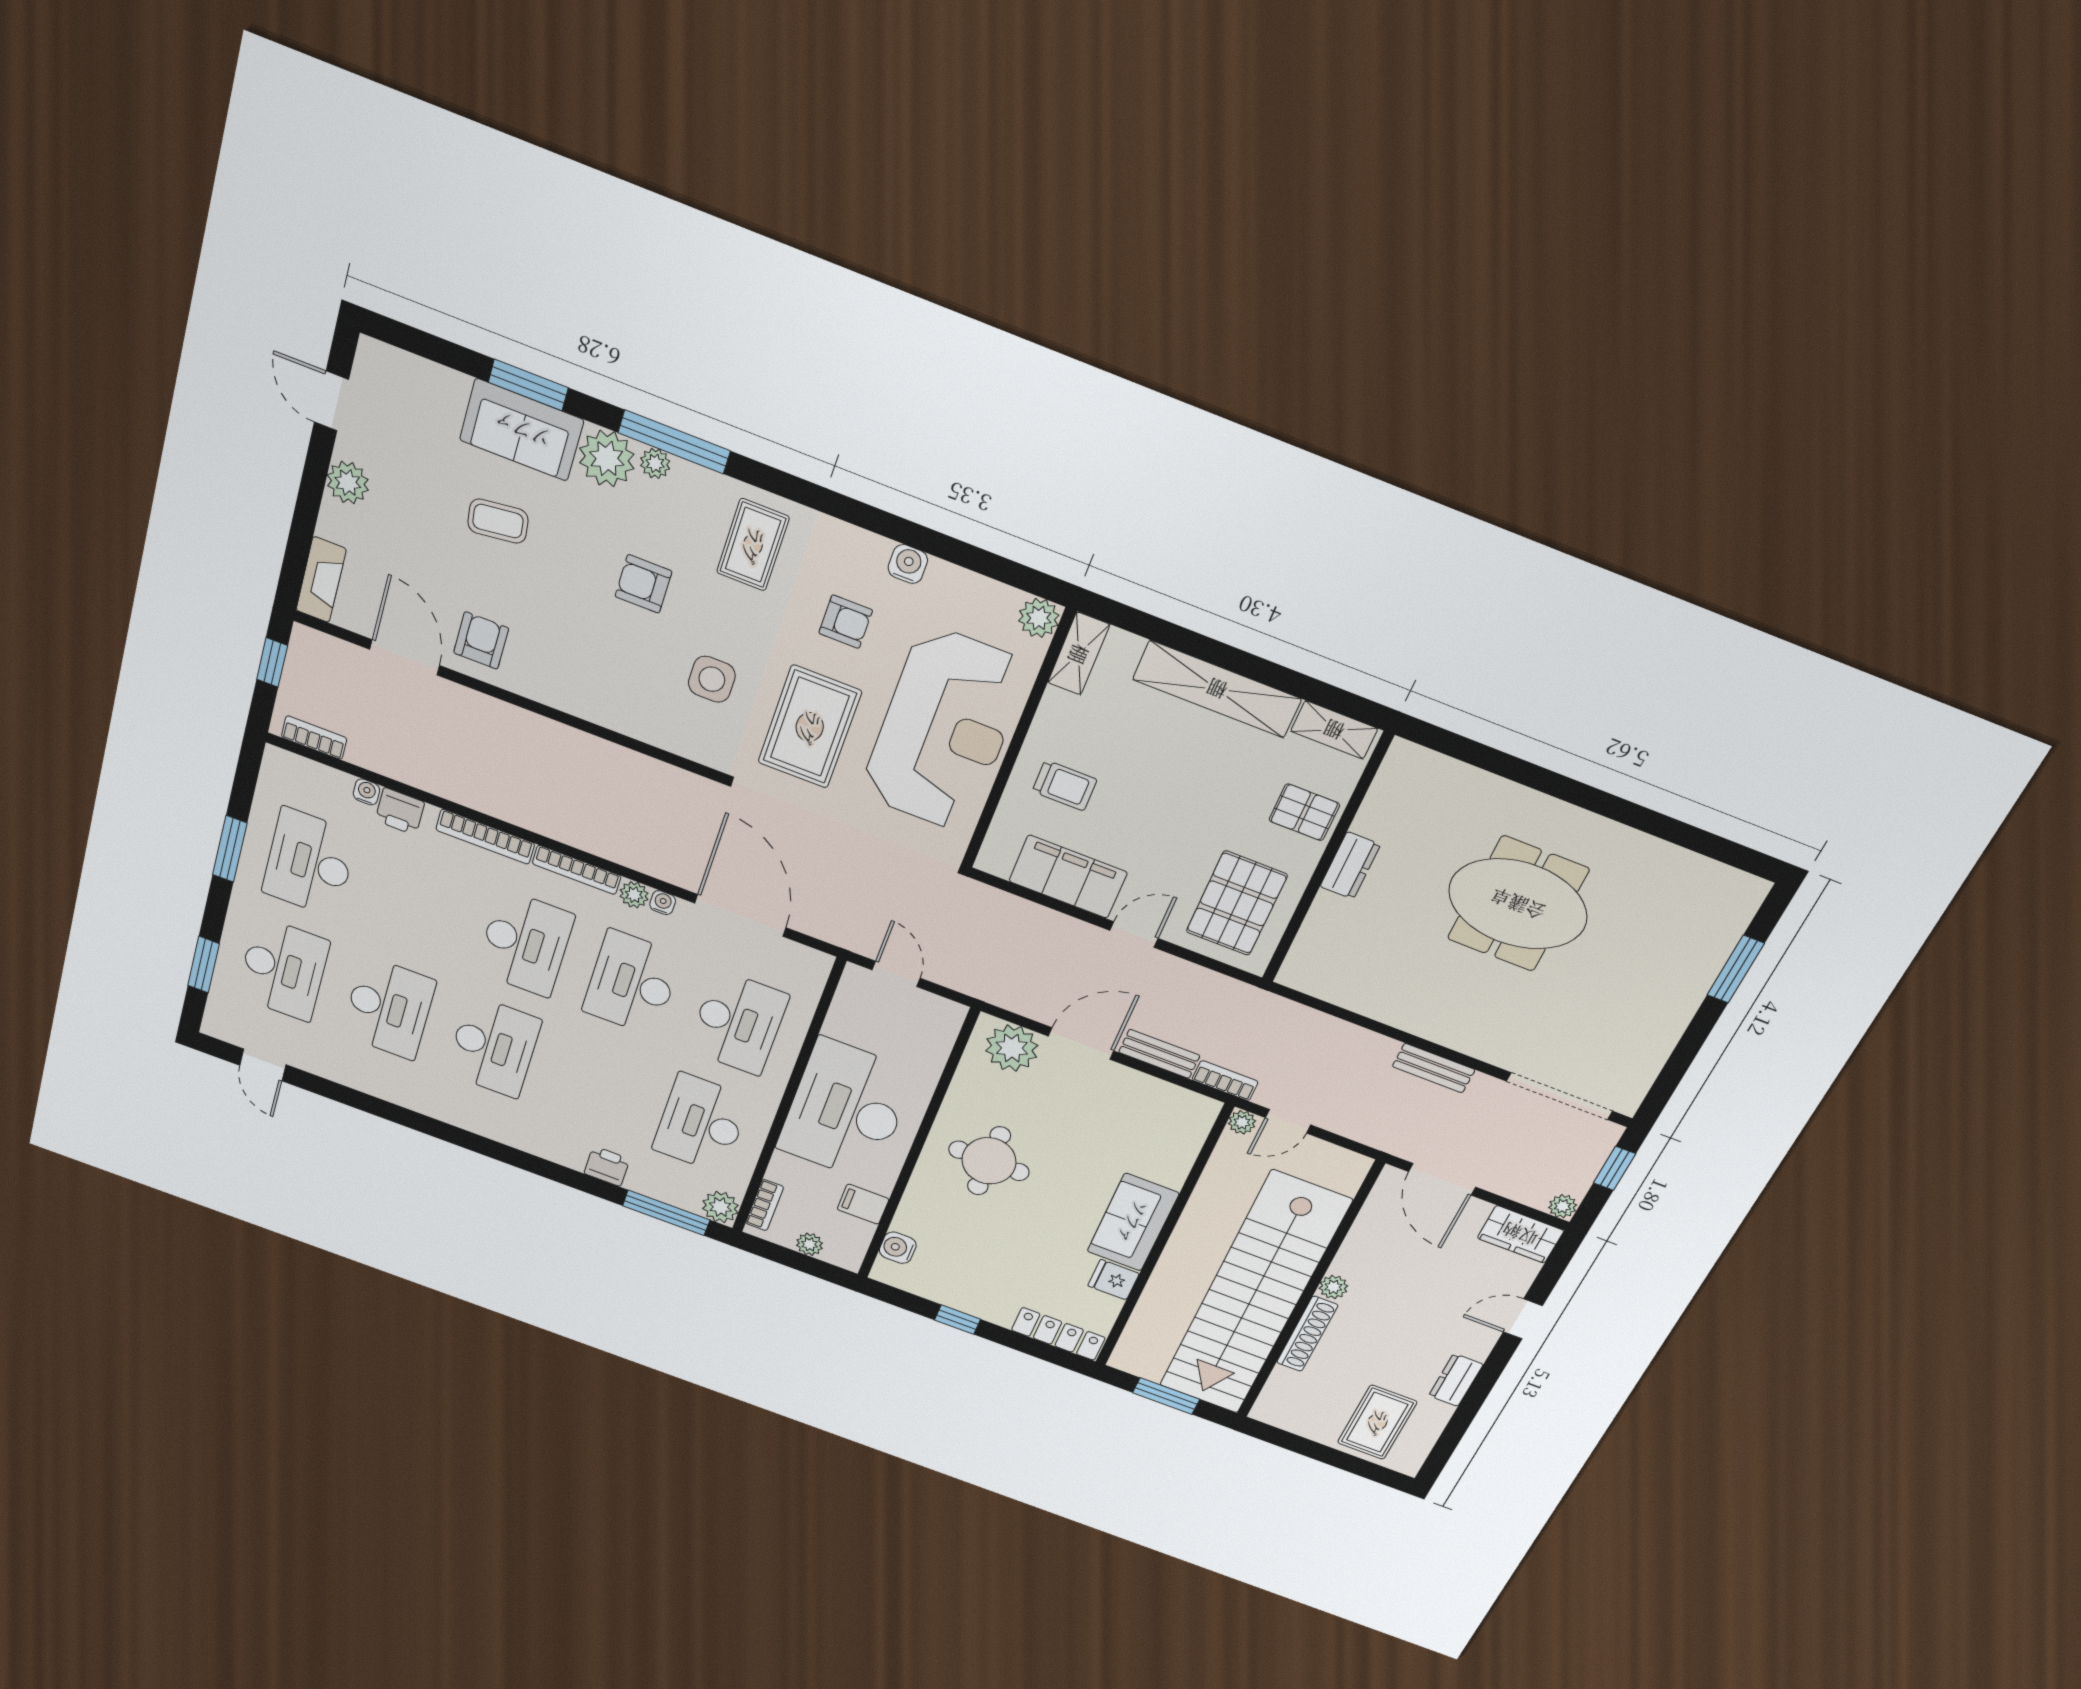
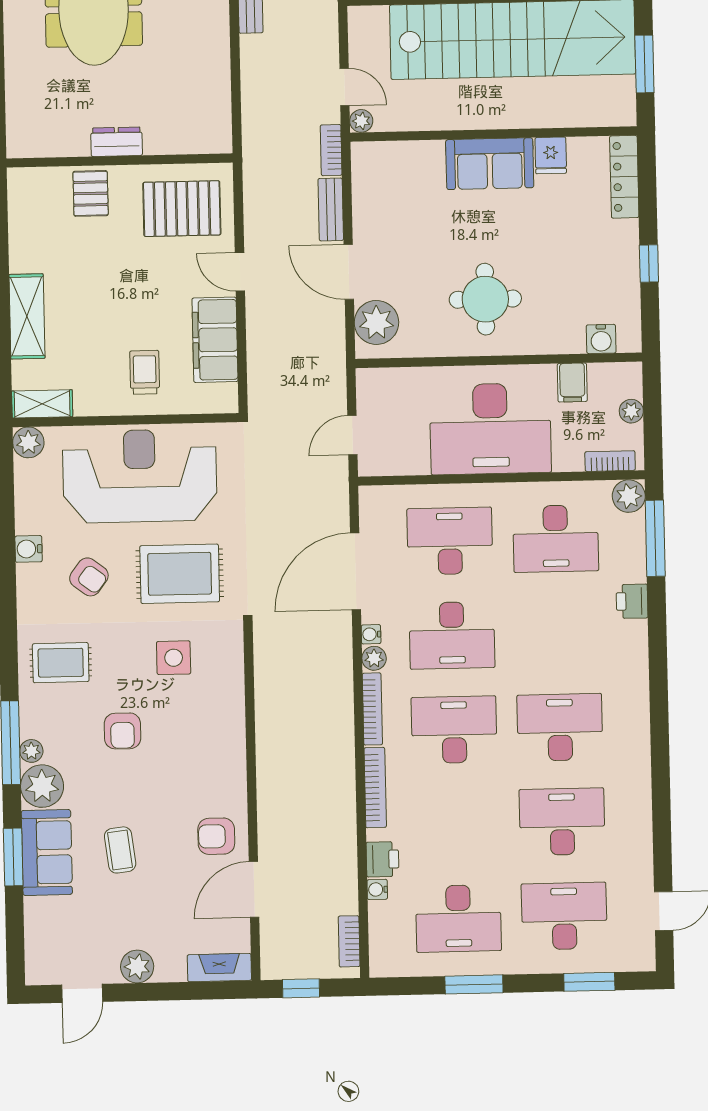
armchair: (846, 622) -> (89, 577), turned 127
shelving: (1217, 689) -> (27, 316), width x0.68
shelving: (1334, 730) -> (21, 202), removed

